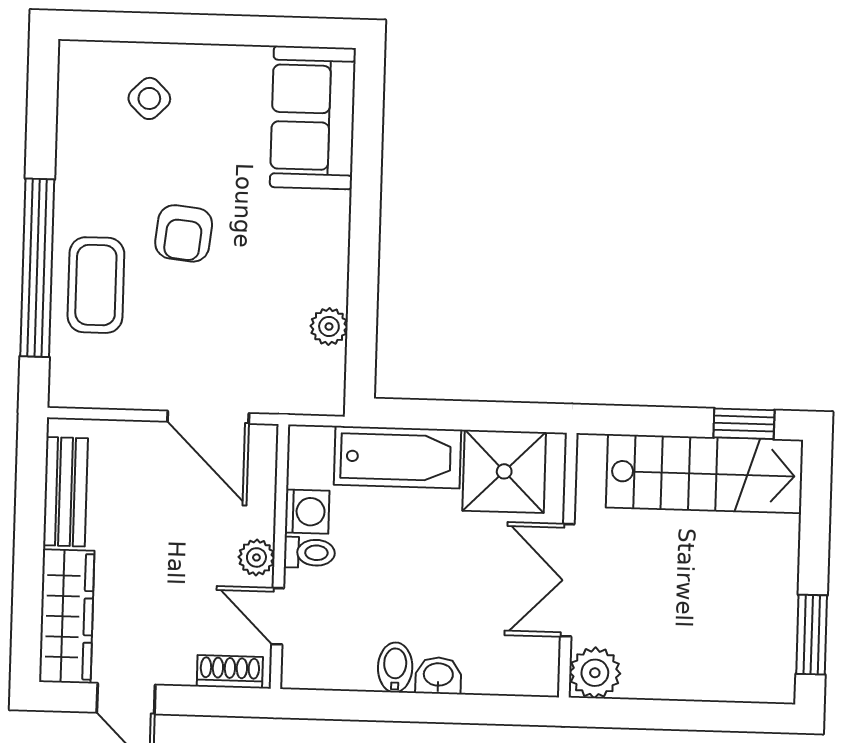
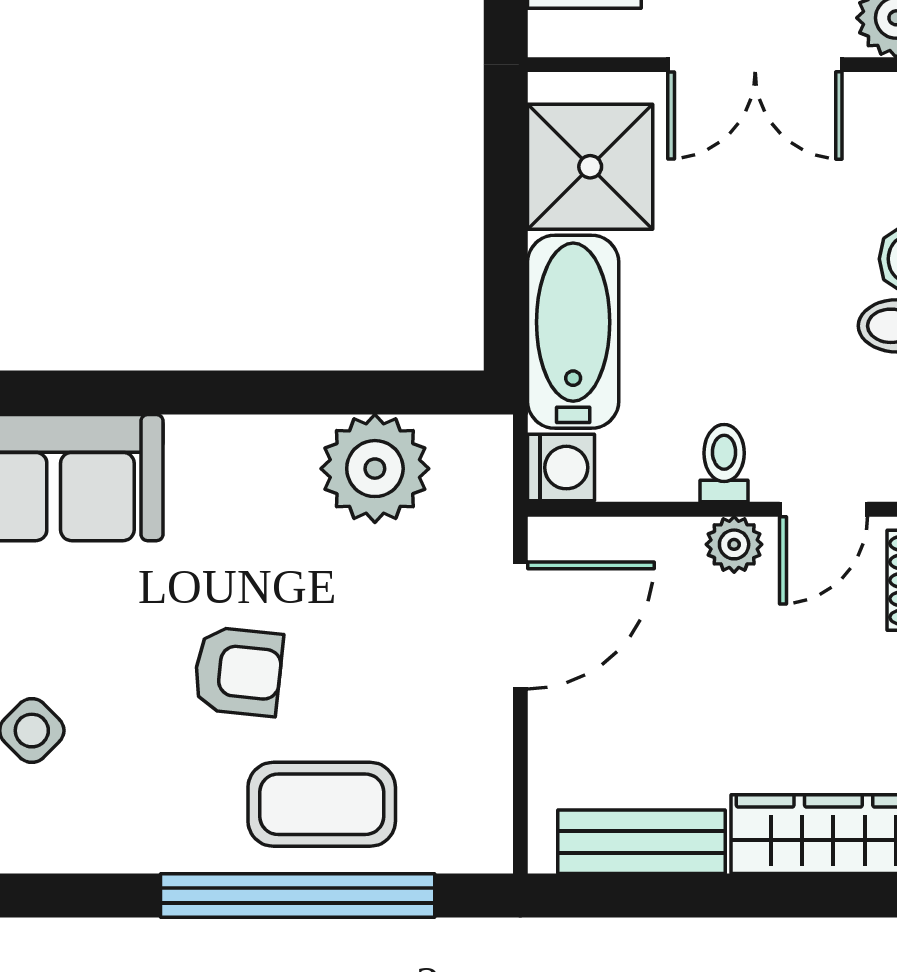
plant: (329, 326) -> (375, 469), width x1.87, depth x1.87
washing machine: (307, 512) -> (561, 468), moved, turned 90

